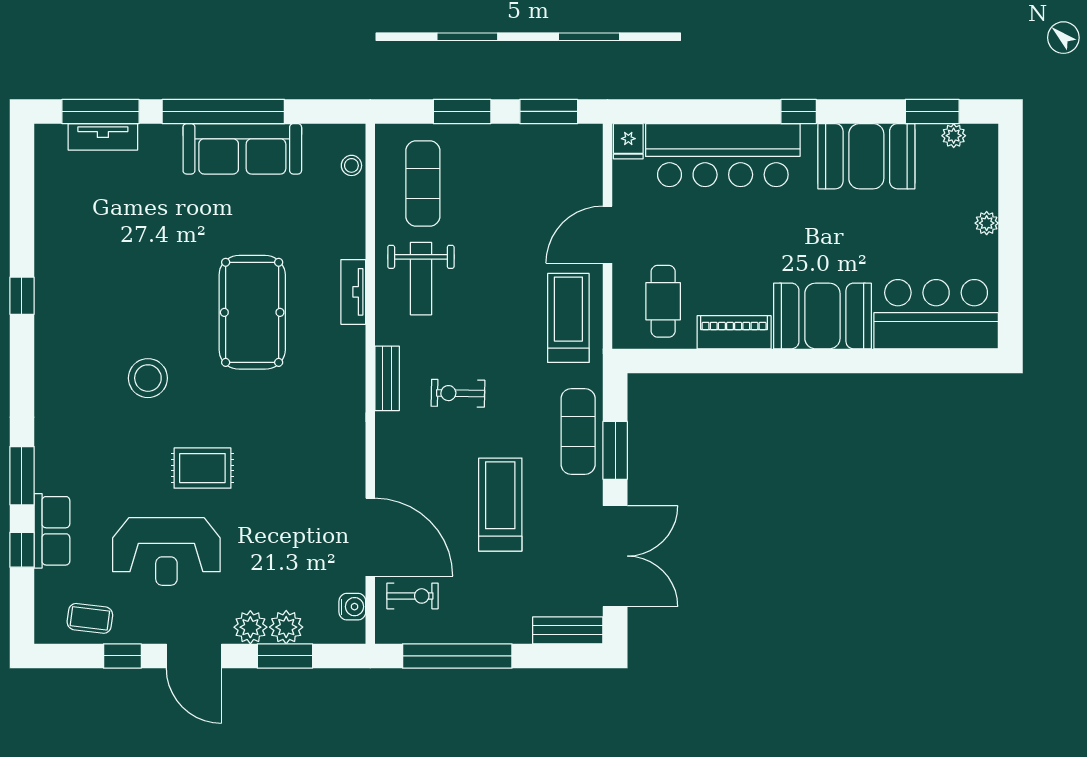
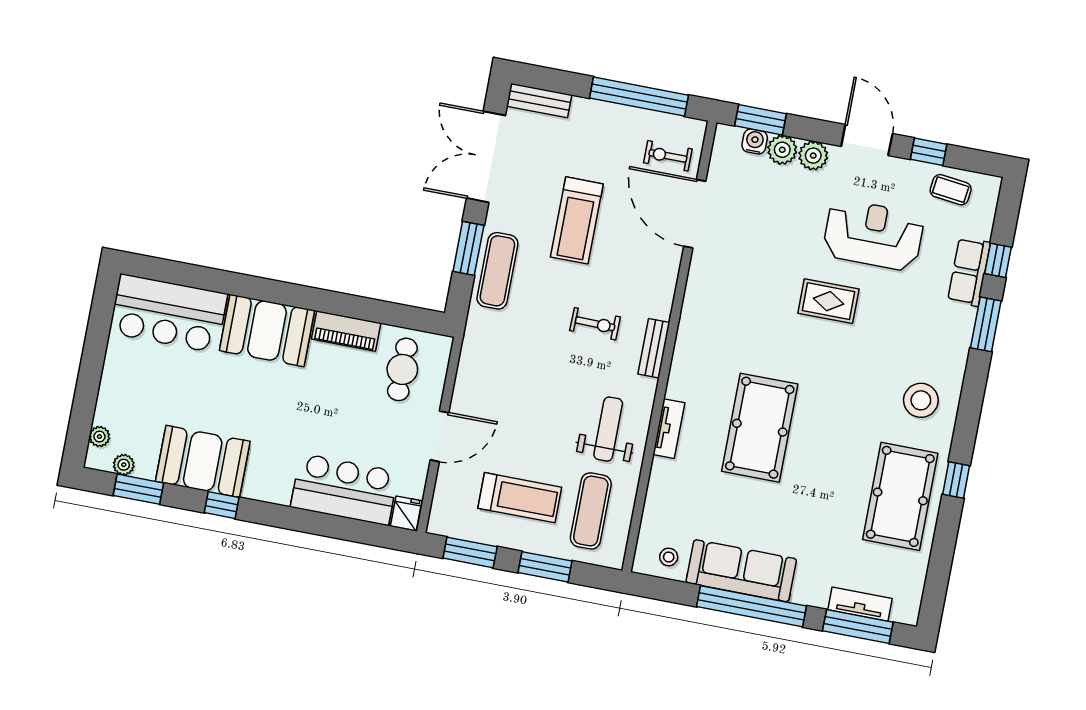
window: (799, 111) -> (222, 505), moved
bar counter: (723, 155) -> (344, 489), width x0.73
stool: (351, 165) -> (669, 557), moved
plant: (987, 223) -> (99, 437), moved
pool table: (81, 266) -> (900, 496), added
treadmill: (568, 318) -> (520, 498), moved, turned -90
stool: (148, 378) -> (921, 400), moved
water cooler: (352, 607) -> (755, 141), moved, turned 90
window: (285, 656) -> (761, 120), moved

